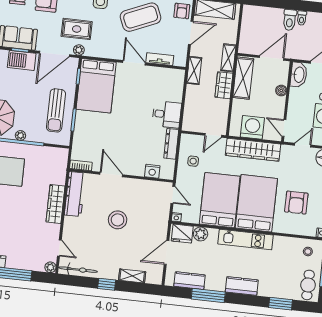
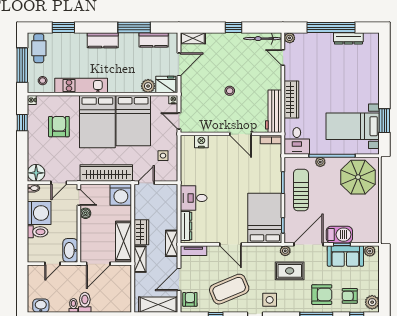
tv unit: (160, 59) -> (193, 251), moved
boiler: (281, 91) -> (85, 213), moved
washing machine: (252, 127) -> (121, 195), moved
plant: (20, 136) -> (320, 162), moved
dresser: (171, 144) -> (186, 226), moved
desk: (55, 161) -> (297, 141), added
stool: (118, 220) -> (230, 91), width x0.53, depth x0.53
kitchen unit: (246, 240) -> (81, 85), moved
shelving: (132, 276) -> (193, 38), moved

